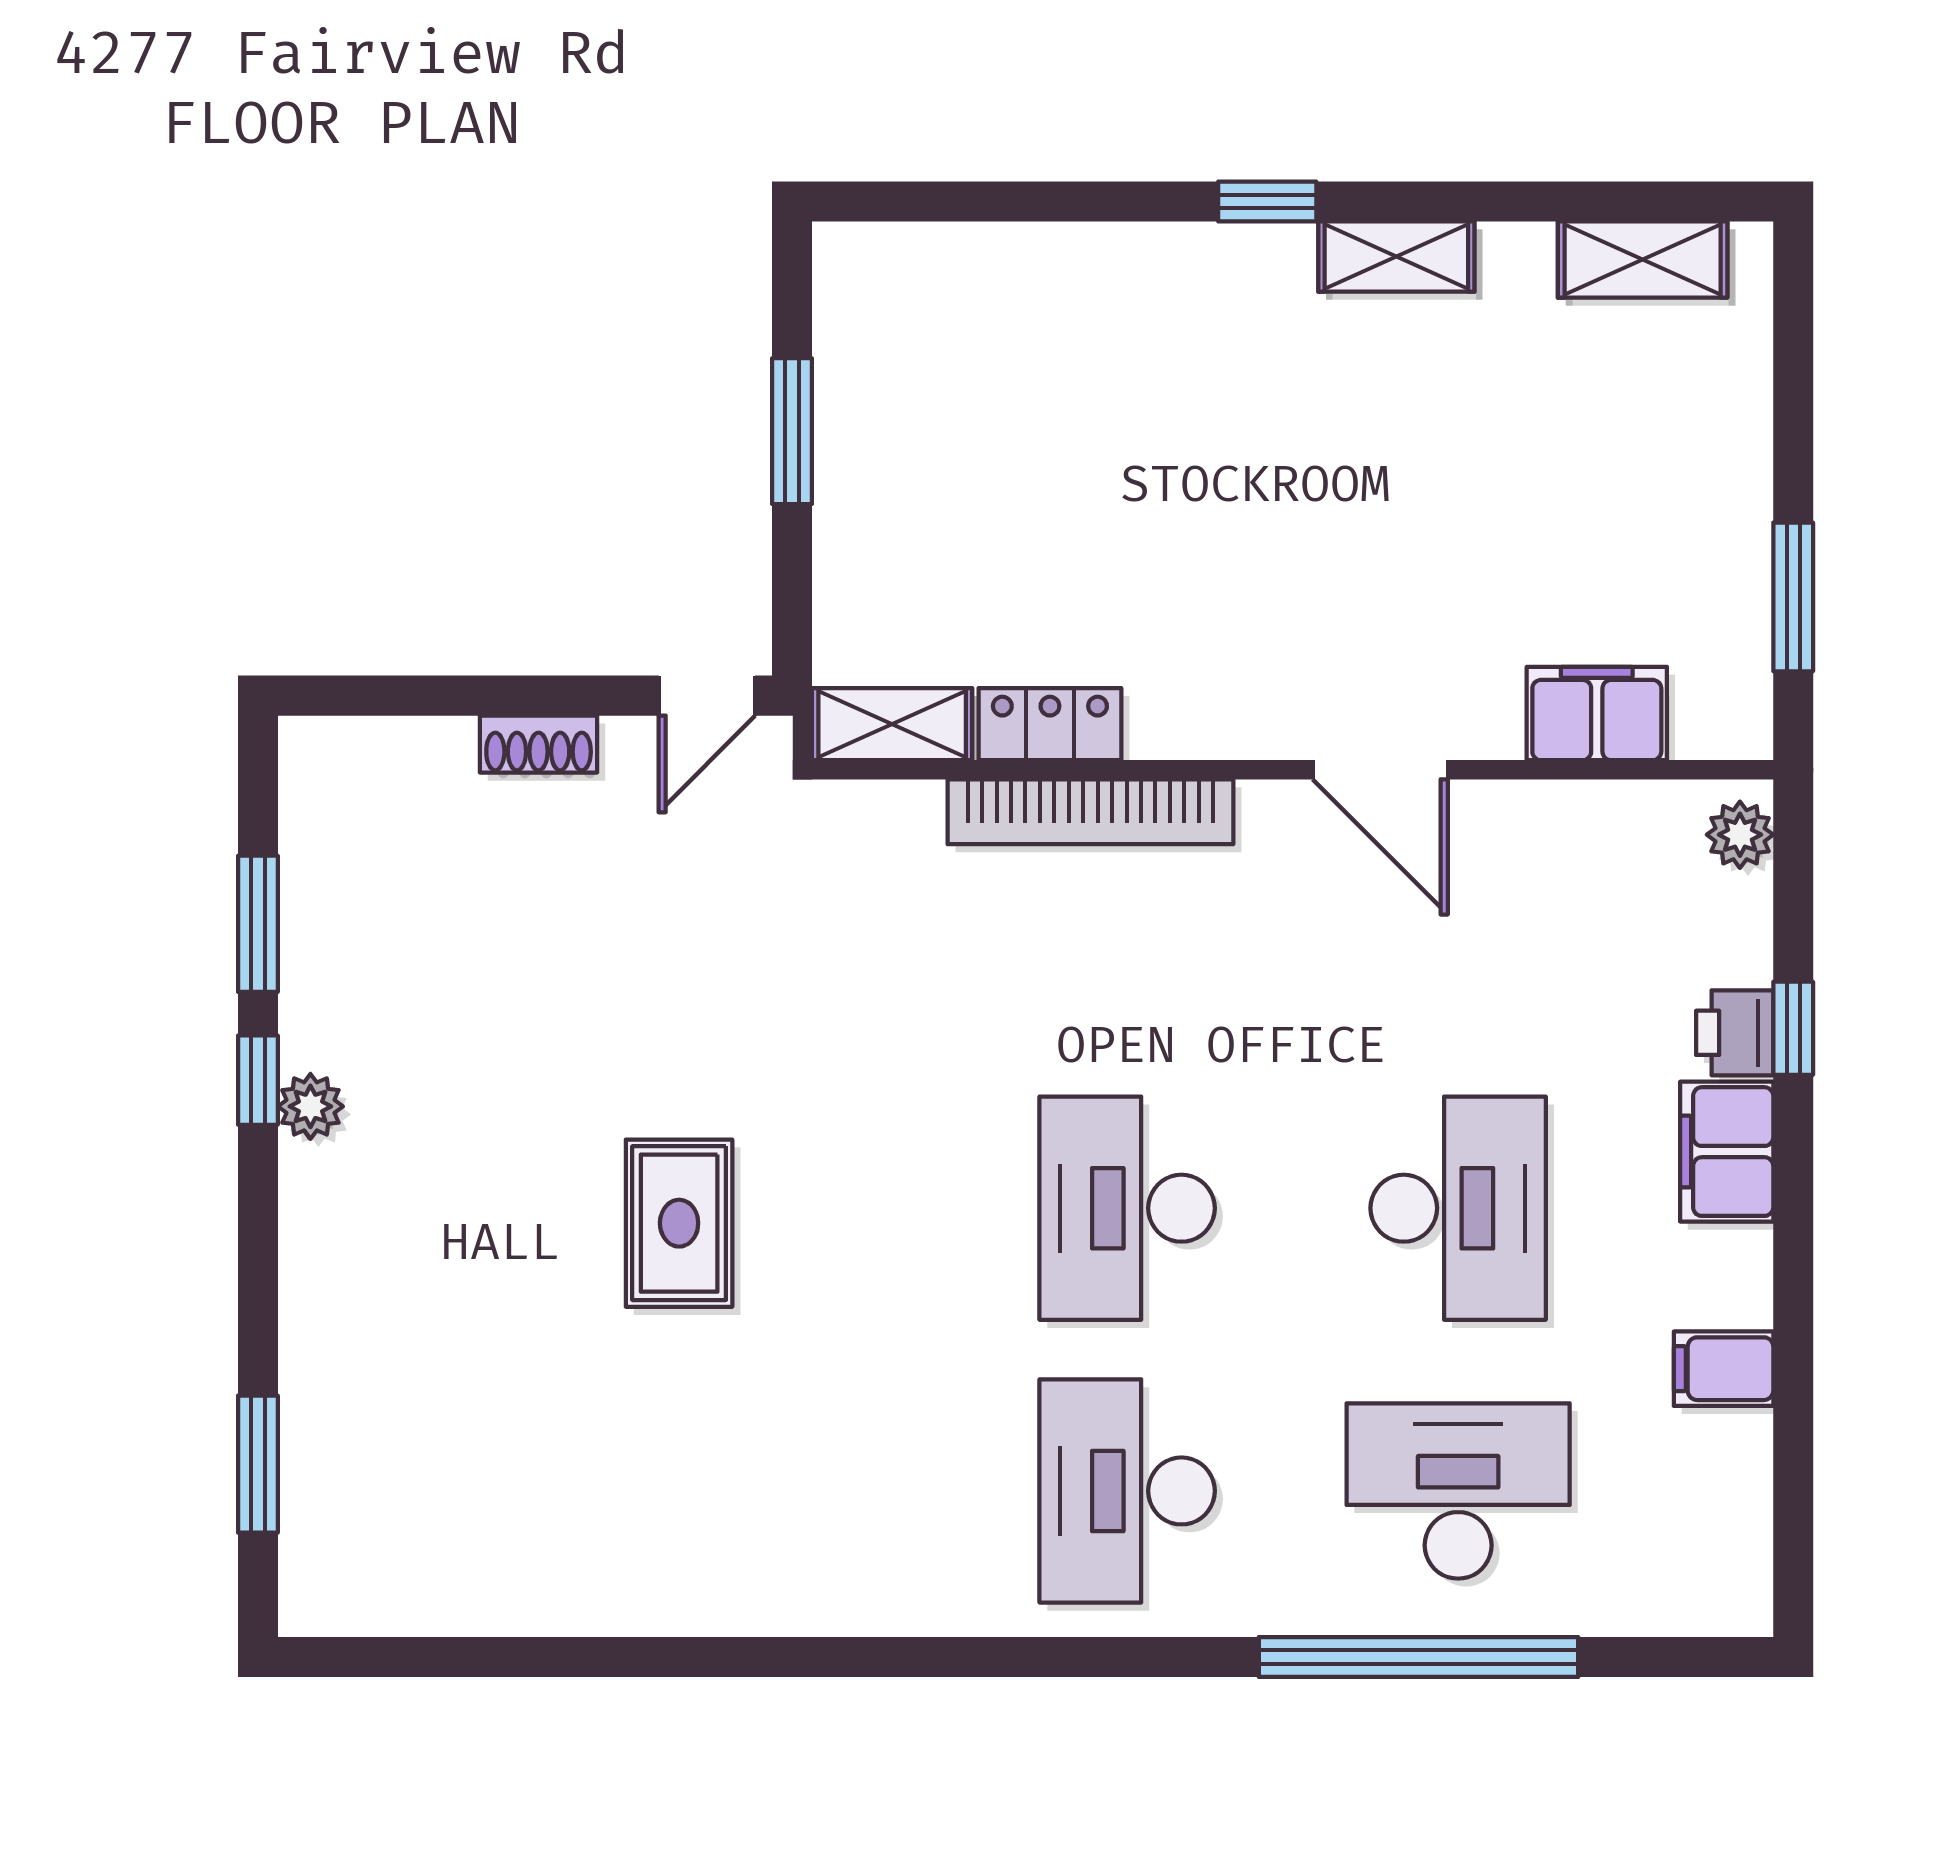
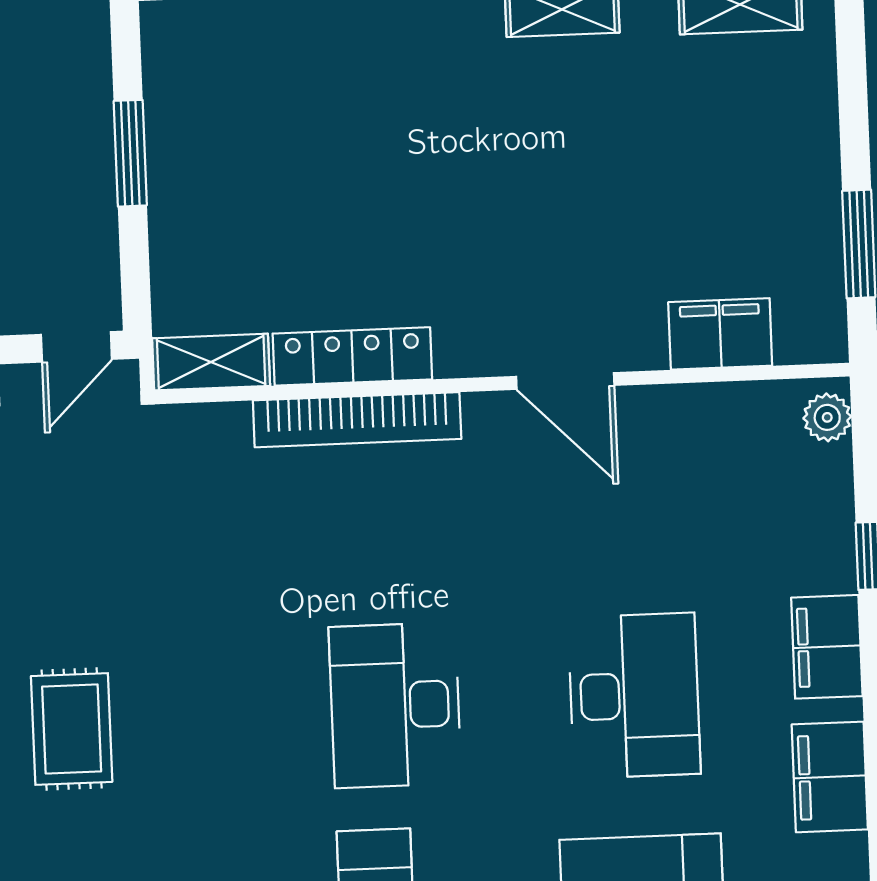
locker: (1050, 724) -> (352, 356), width x1.53
printer: (1735, 1033) -> (829, 561), removed
filing cabinet: (1724, 1369) -> (830, 777), width x2.00

